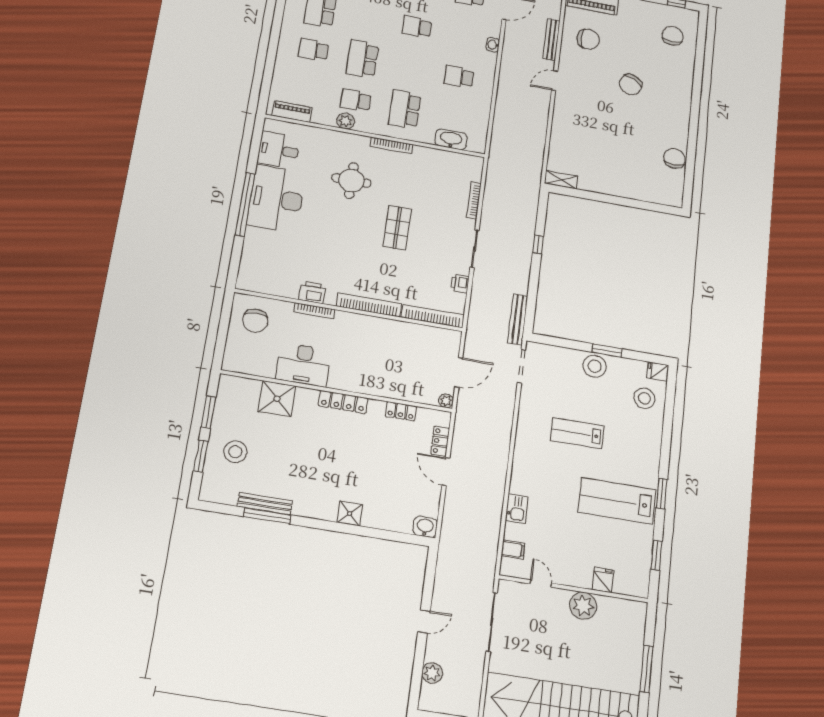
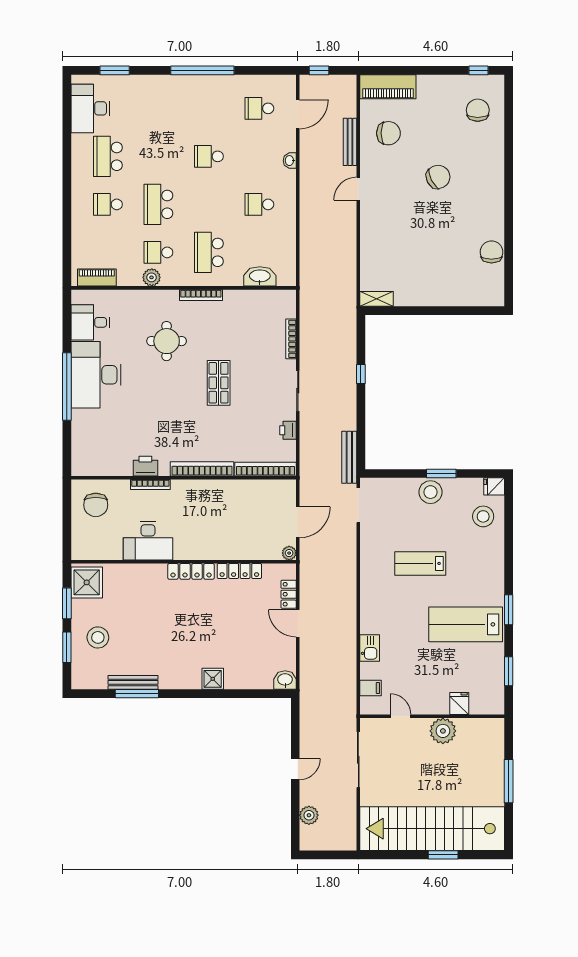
chair: (631, 85) -> (438, 177), turned -144
shower: (277, 399) -> (87, 582), moved
locker: (401, 411) -> (239, 571), width x1.53

